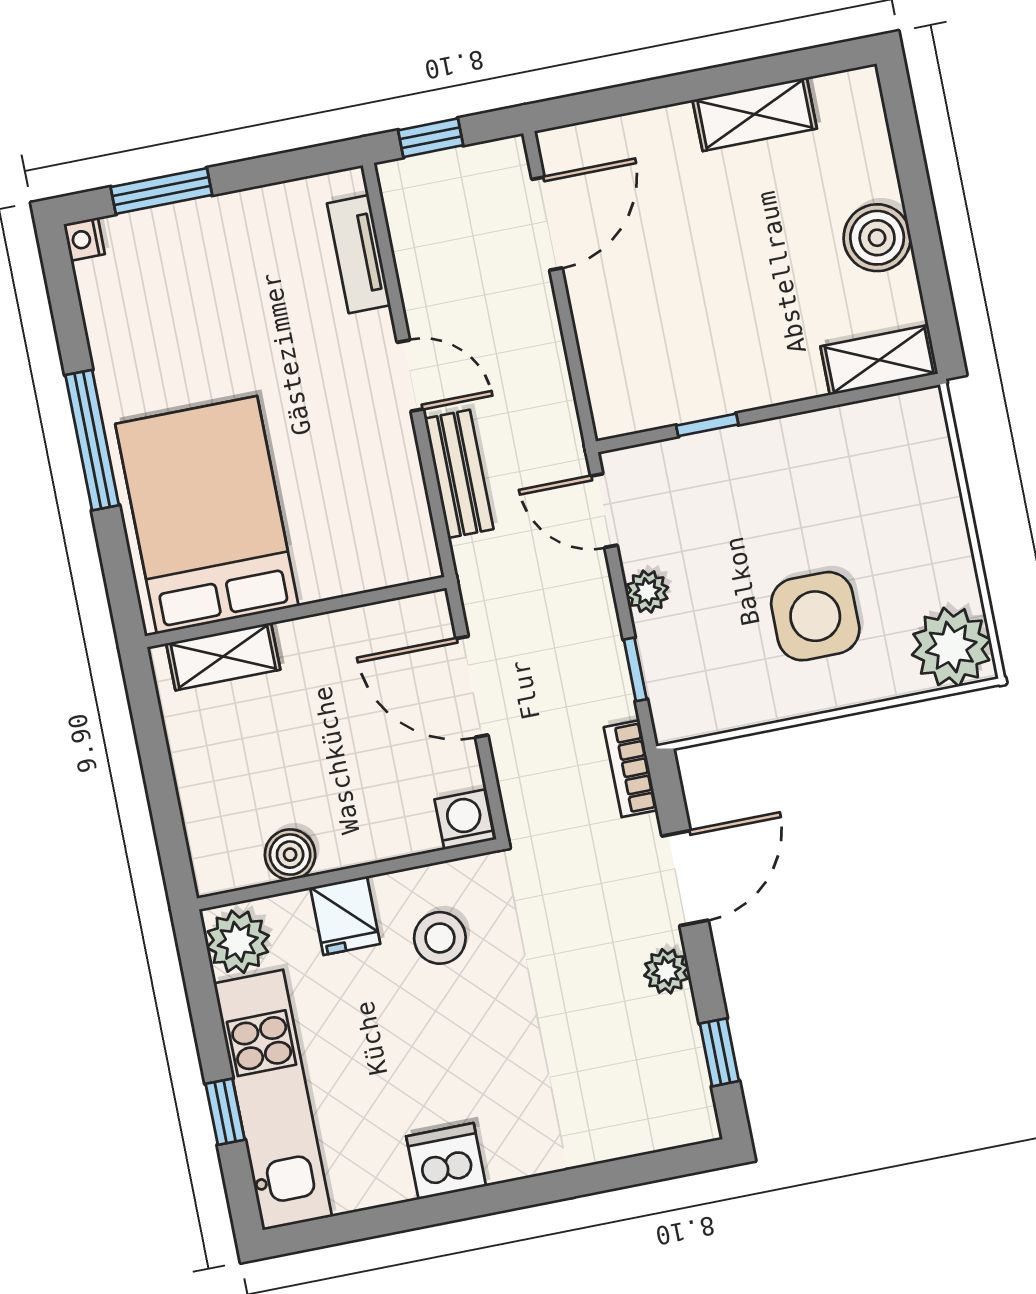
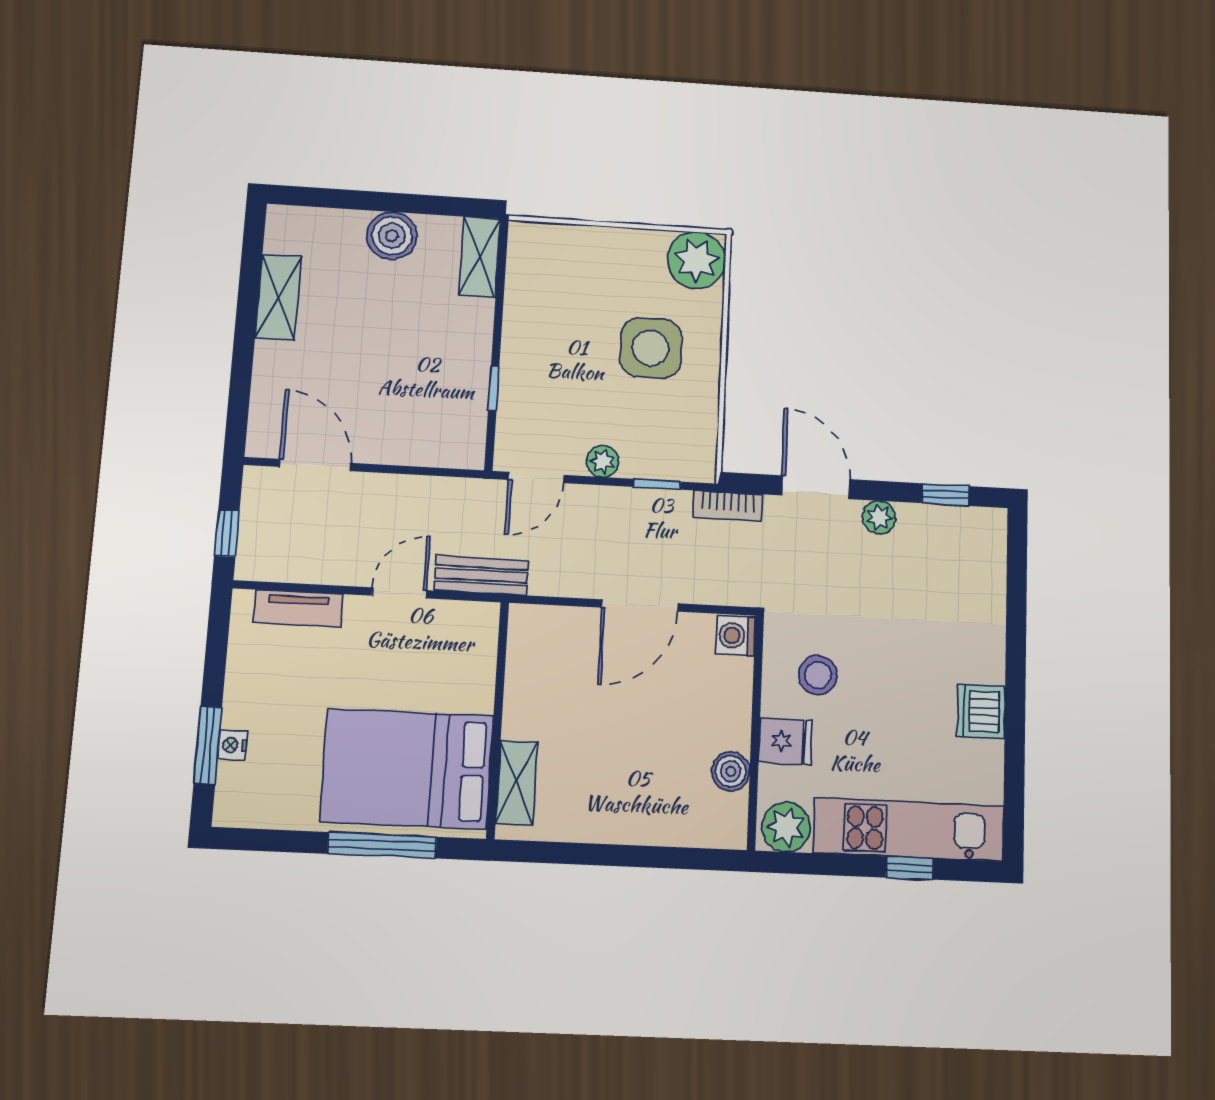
nightstand: (84, 239) -> (232, 745), moved, turned 90
bed: (207, 515) -> (407, 769), moved
wall: (296, 612) -> (498, 719), moved
shelving: (223, 657) -> (517, 783), moved

